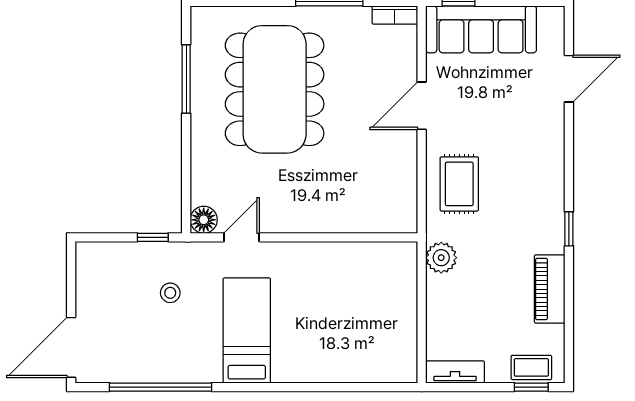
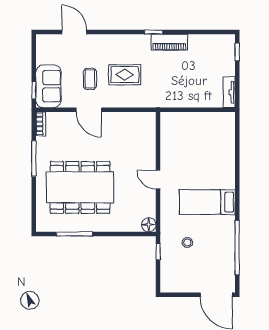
sofa: (481, 29) -> (48, 86), width x0.73
rug: (459, 184) -> (125, 75), moved
door: (241, 237) -> (158, 180), moved
plant: (441, 258) -> (169, 99), removed
piano: (550, 289) -> (169, 42), moved
coffee table: (531, 367) -> (90, 79), moved

